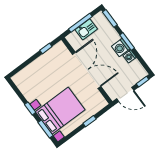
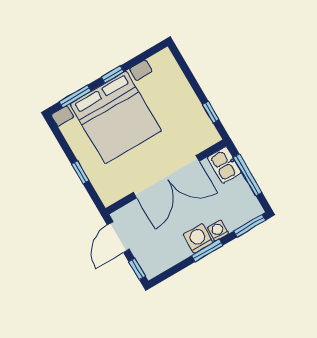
kitchen sink: (86, 29) -> (224, 165), moved
washing machine: (130, 56) -> (218, 231), moved
bed with nightstands: (60, 111) -> (116, 117), width x1.36

